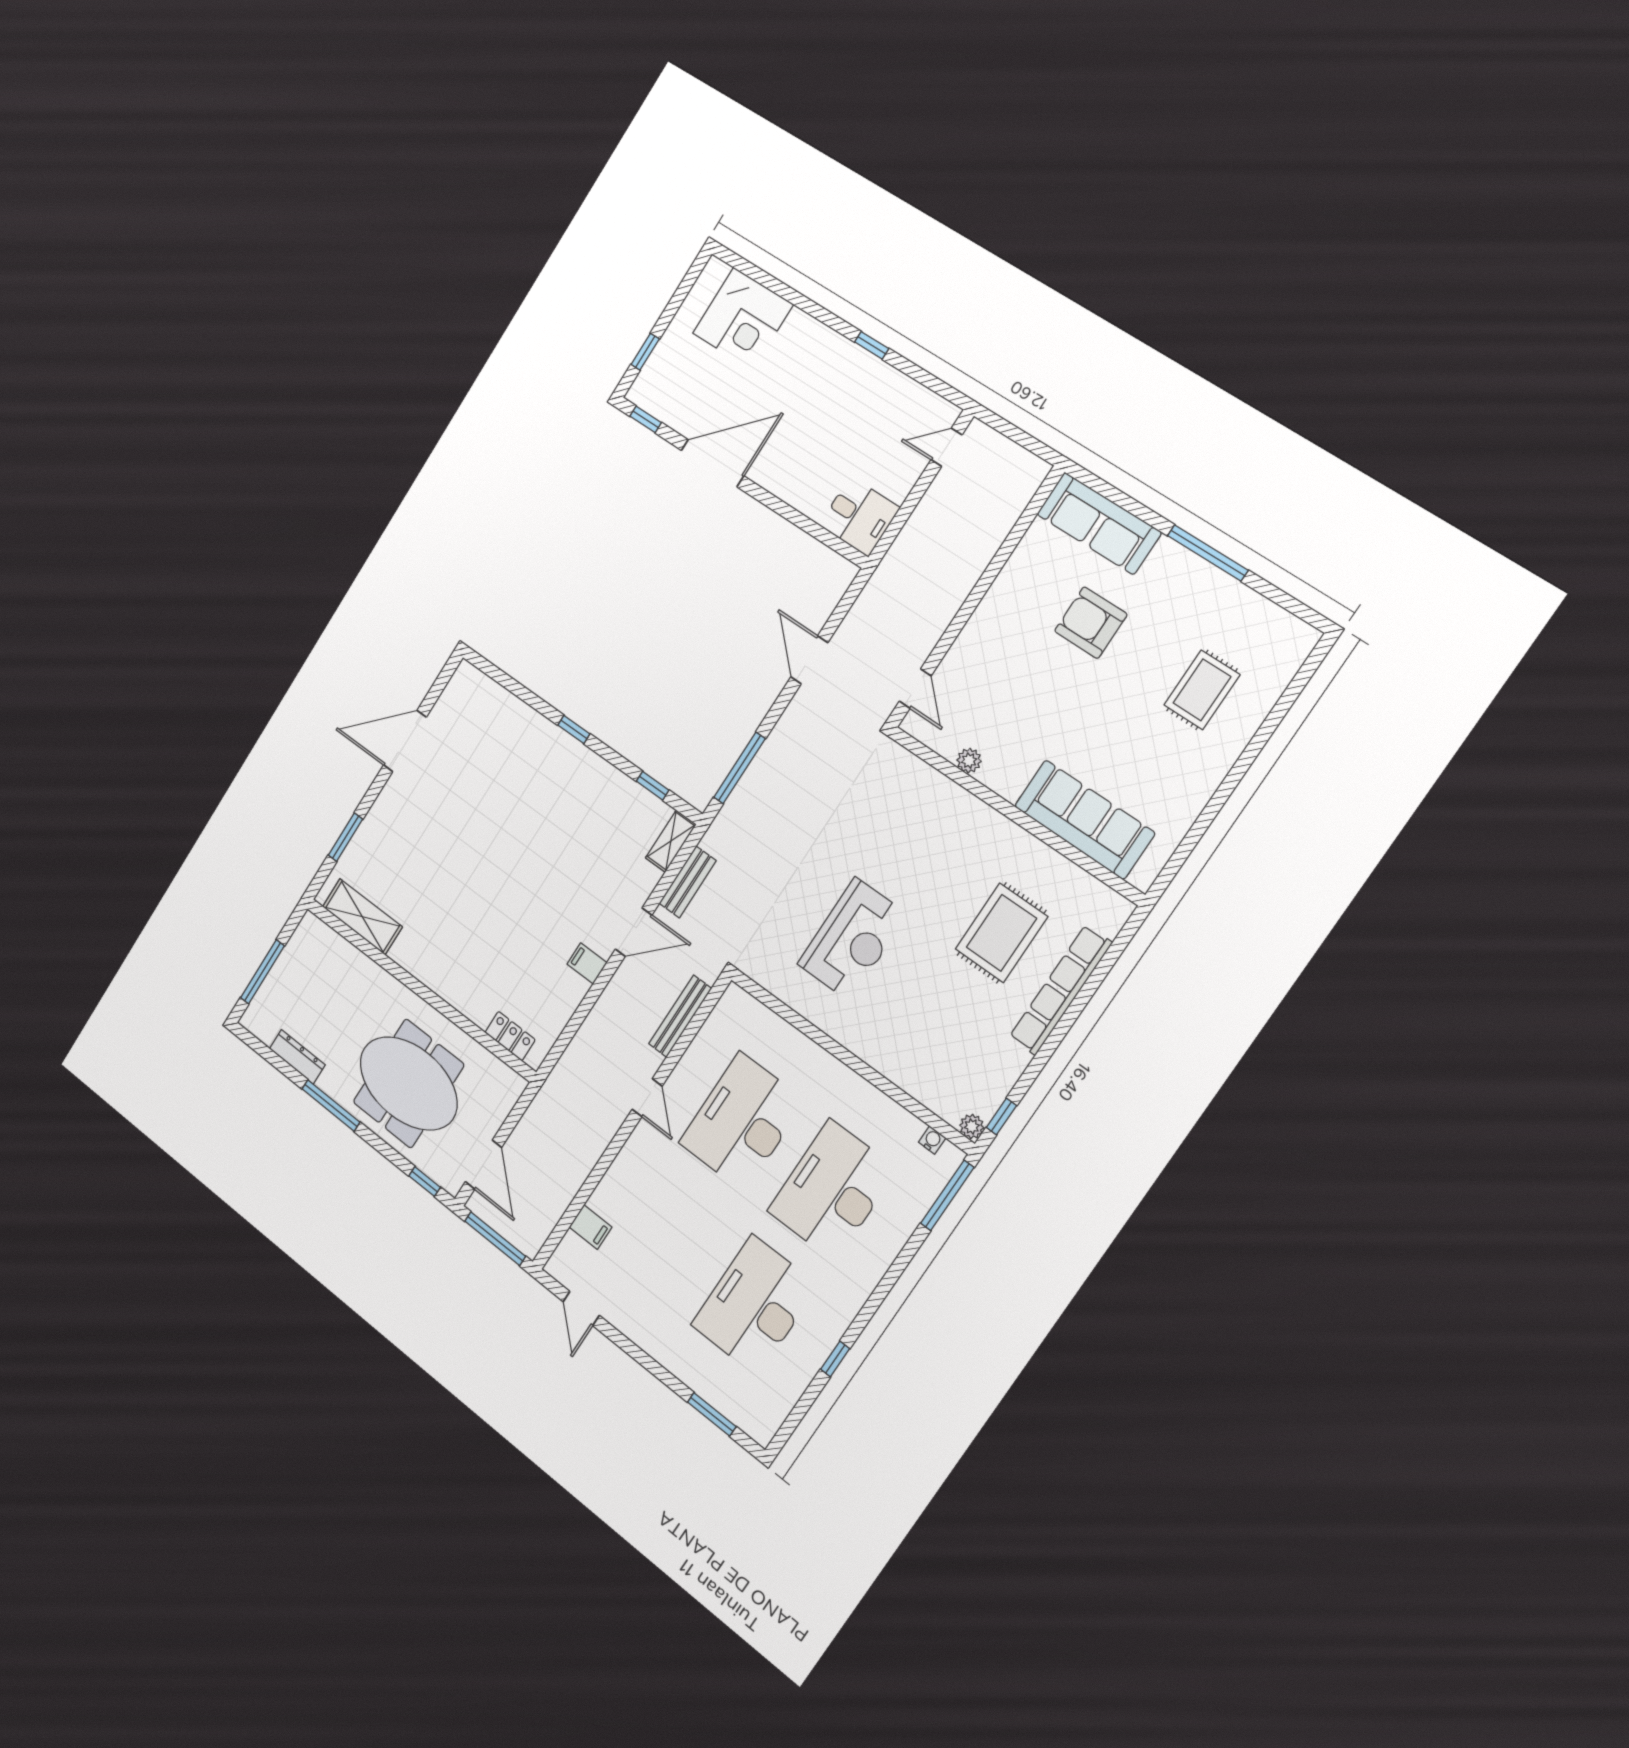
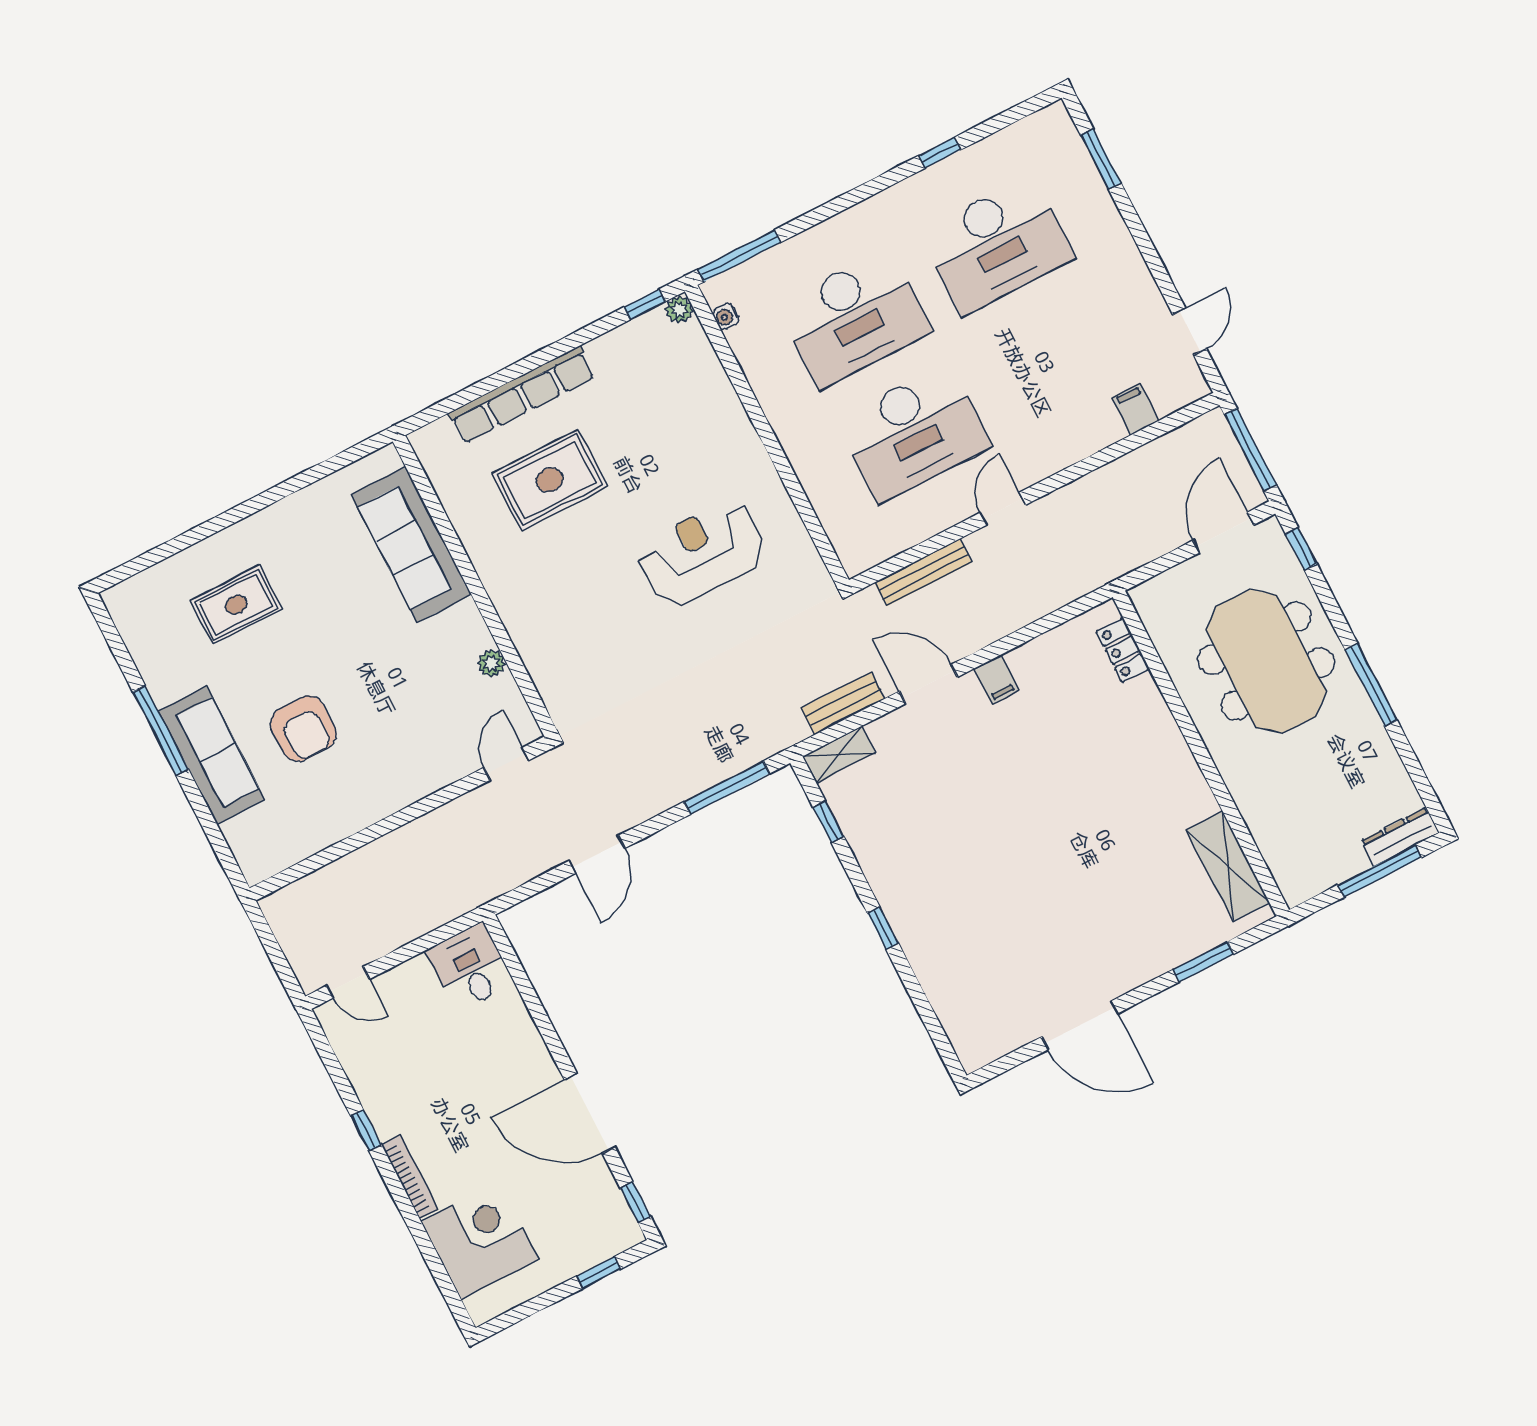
bookcase: (820, 332) -> (410, 1177), added
sofa: (1099, 523) -> (212, 755), moved
dresser: (297, 1057) -> (1400, 837), moved, turned 90

